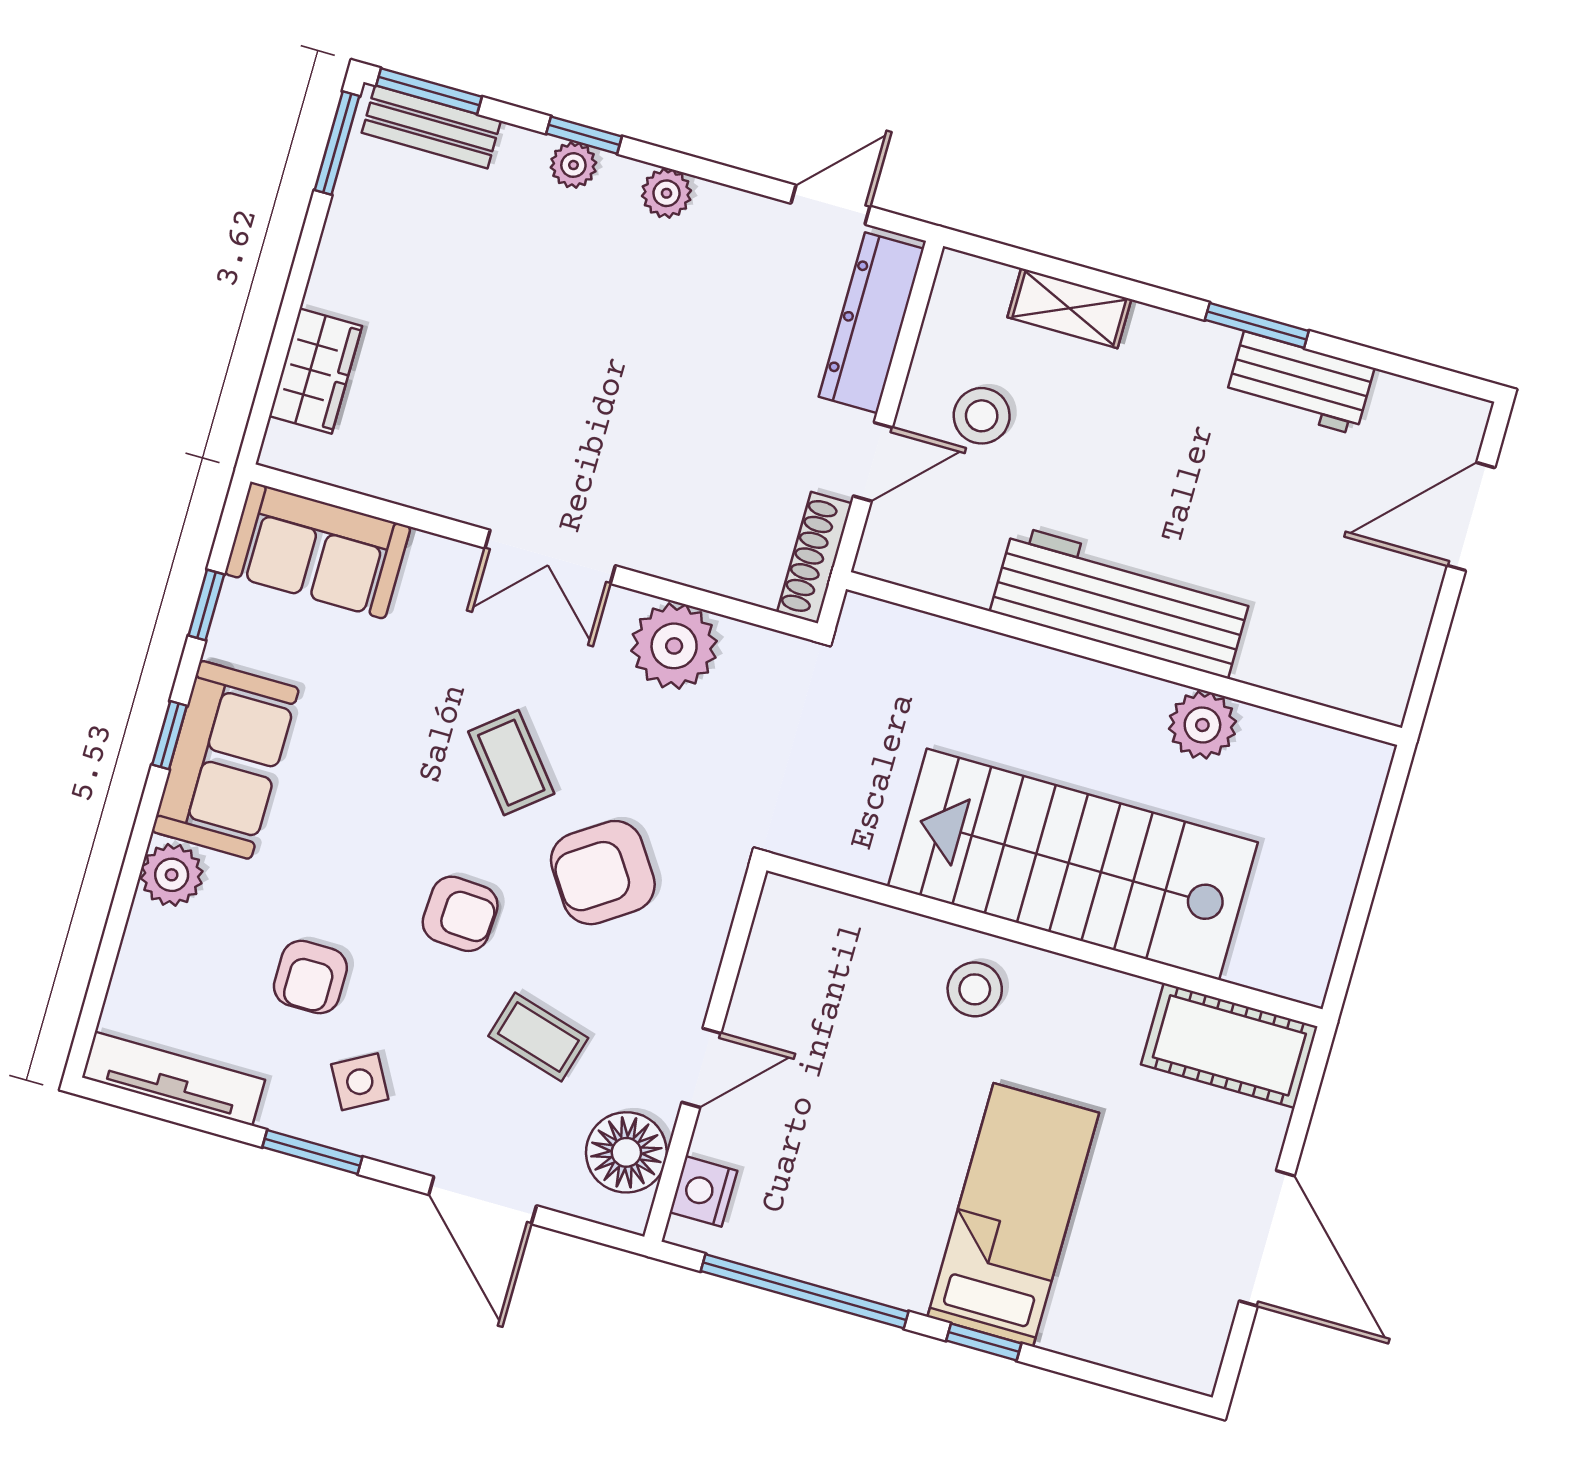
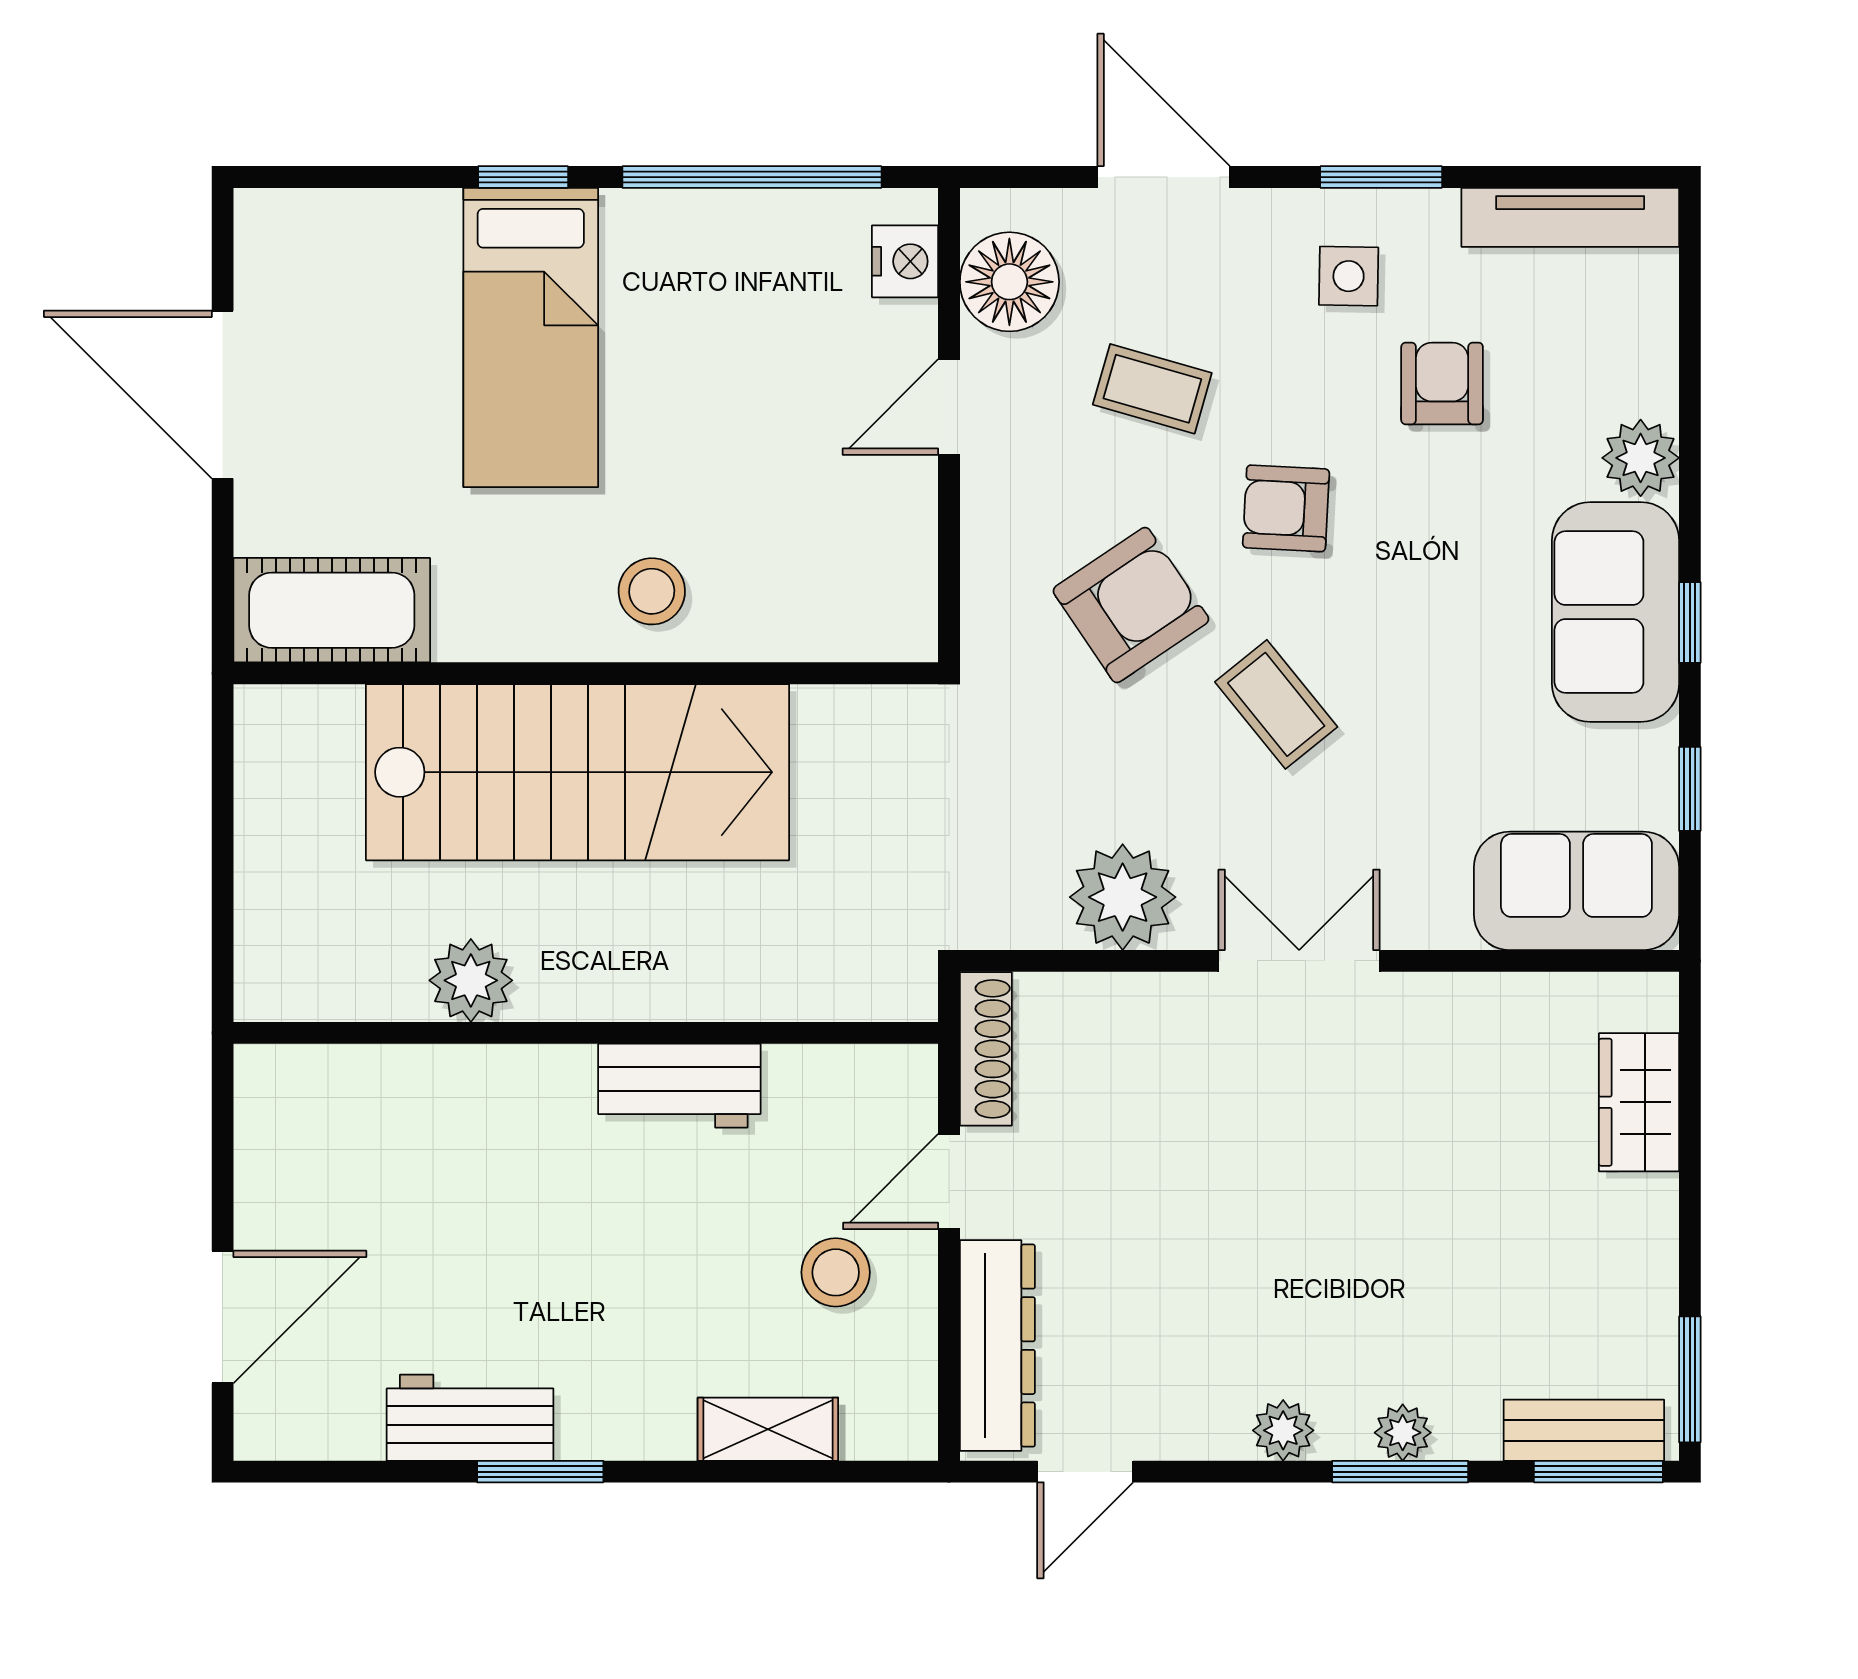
window: (584, 135) -> (1400, 1472), width x1.50
workbench: (1121, 602) -> (679, 1086), width x0.53, depth x0.76
side table: (360, 1082) -> (1349, 276), turned 30

